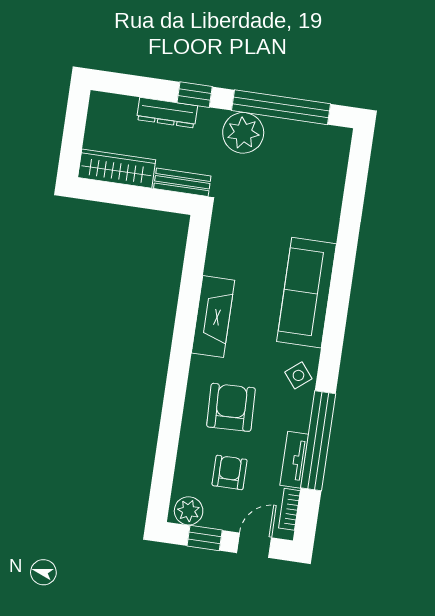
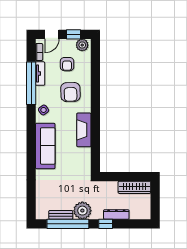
bench: (182, 182) -> (61, 215), moved

